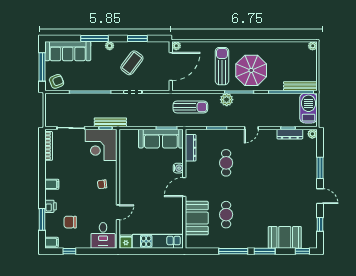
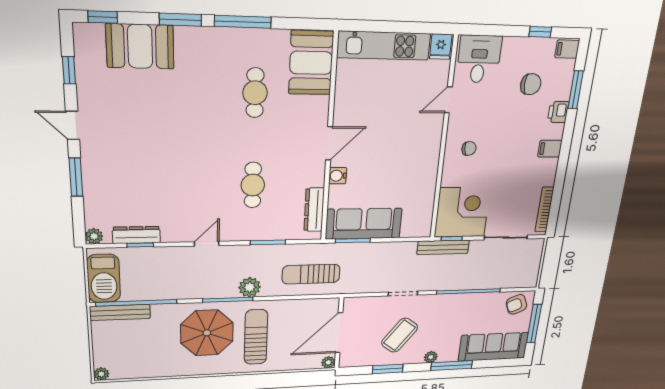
sun lounger: (222, 66) -> (256, 337), turned 180
booth: (197, 218) -> (311, 63), moved

